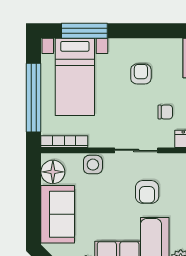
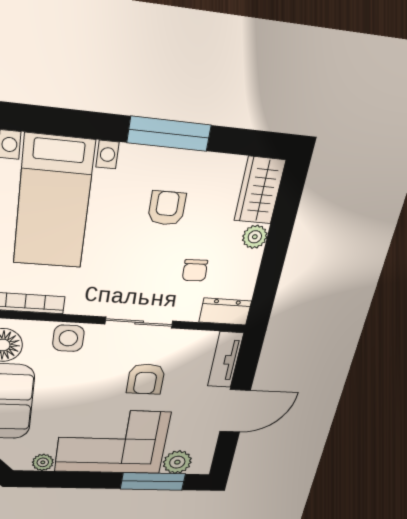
window: (84, 31) -> (169, 134), moved
chair: (165, 112) -> (195, 270), turned 87

